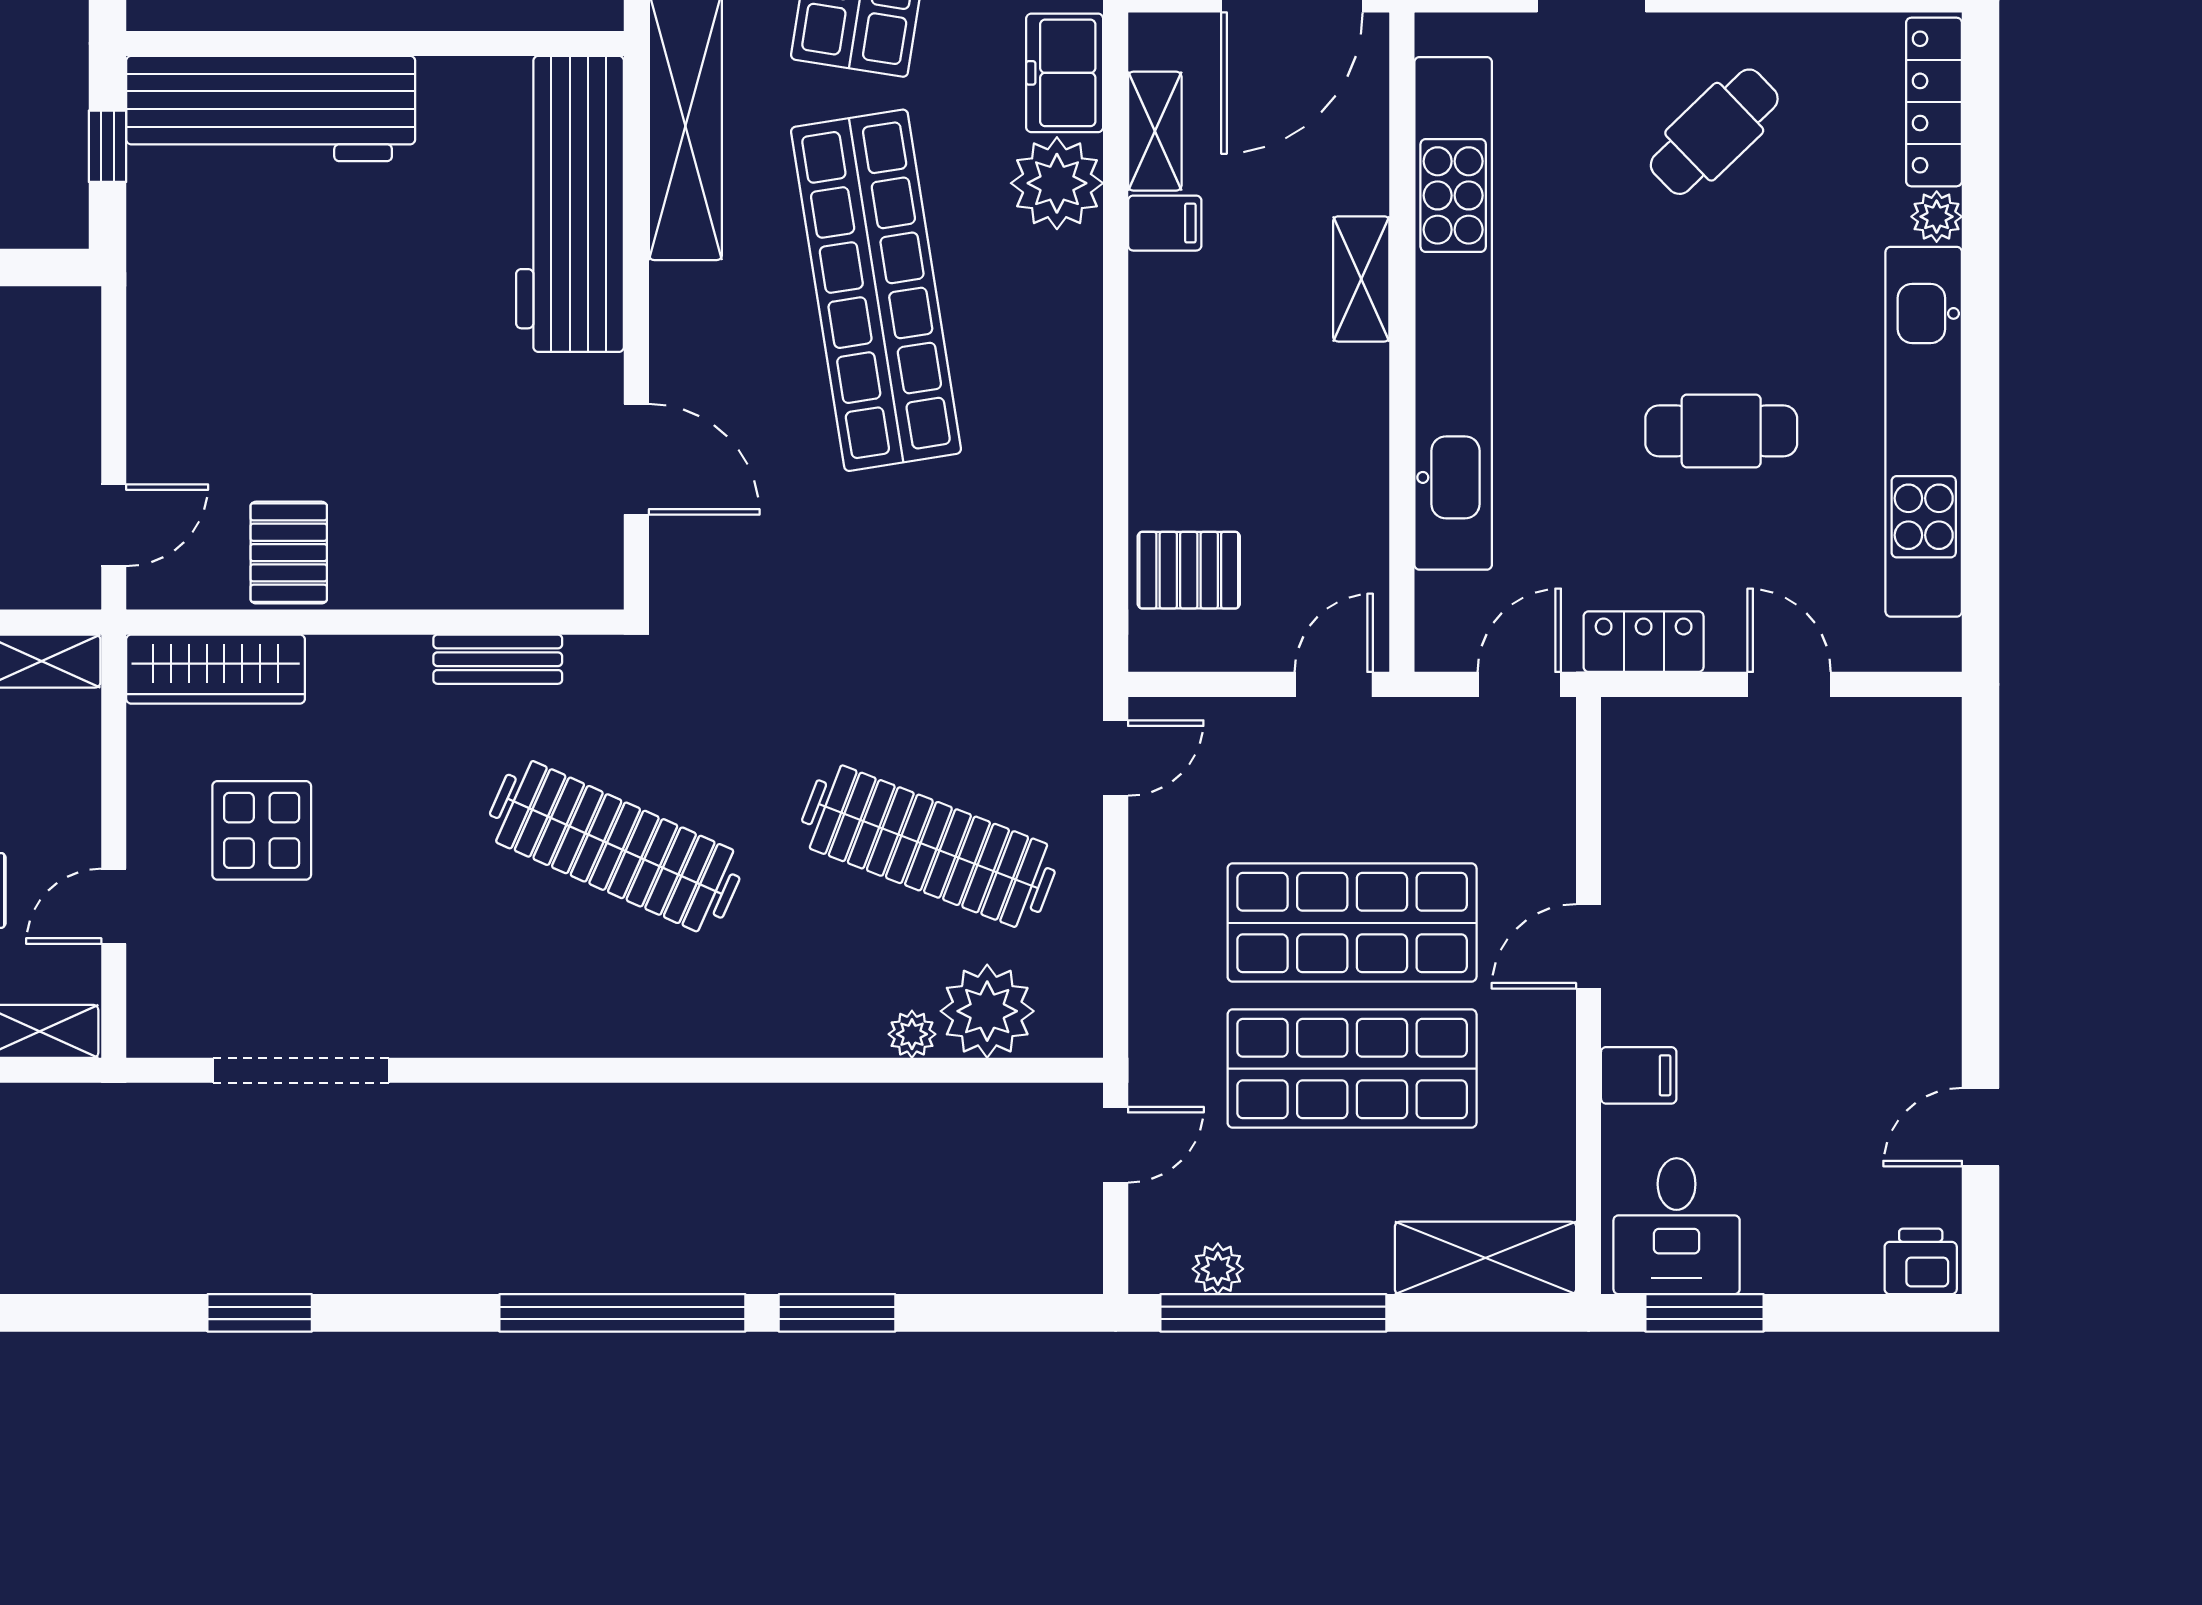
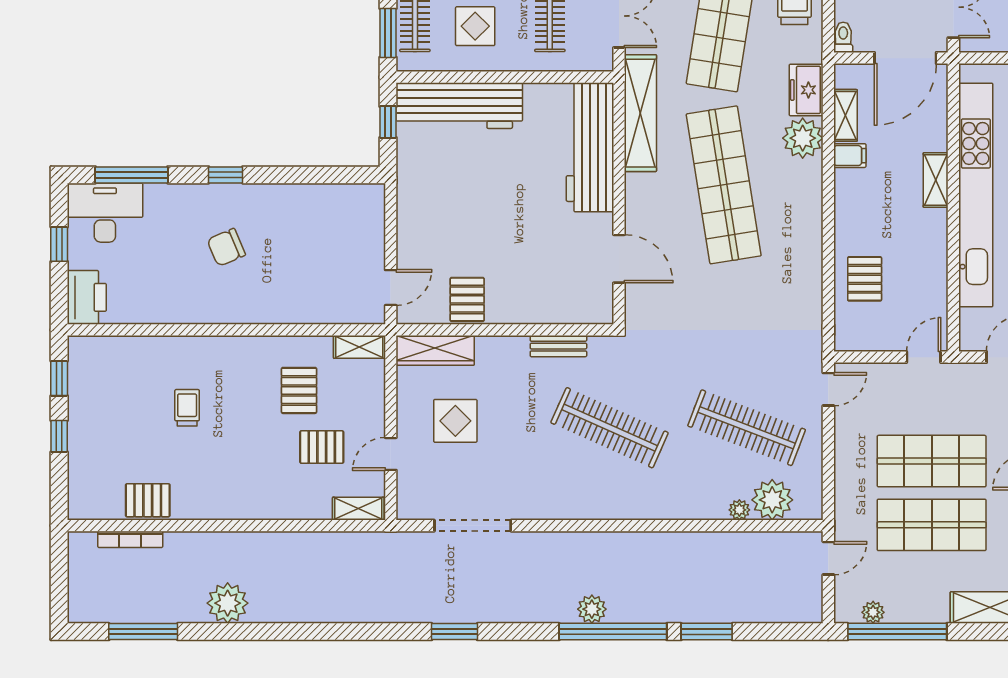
pallet: (1189, 570) -> (865, 279), moved, turned 90
plant: (574, 1261) -> (592, 609), added

